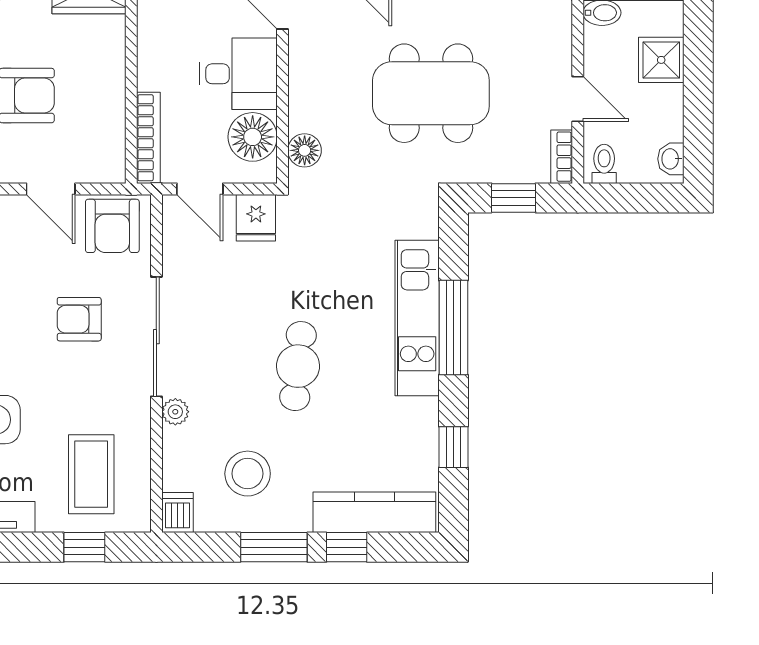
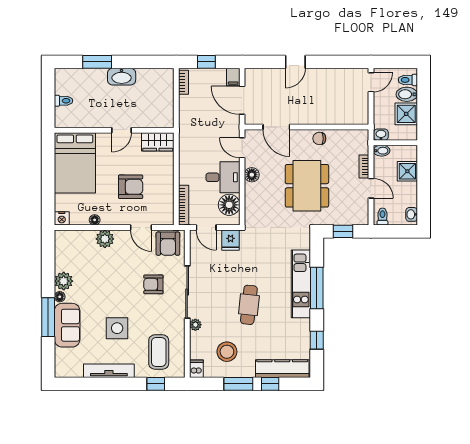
dining table: (431, 93) -> (307, 186), turned 90
floor lamp: (305, 150) -> (252, 175), moved
bookcase: (562, 157) -> (364, 167), moved

